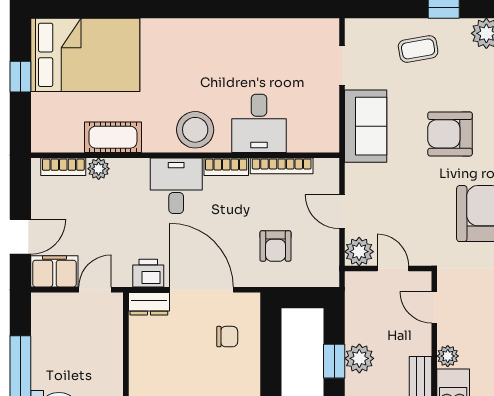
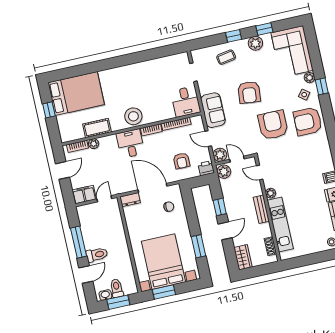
desk: (259, 123) -> (186, 102), moved
sofa: (366, 126) -> (213, 110), moved
armchair: (450, 134) -> (249, 92), turned -84
door: (20, 237) -> (62, 170), moved
printer: (148, 273) -> (206, 168), moved
plant: (359, 358) -> (224, 172), moved

